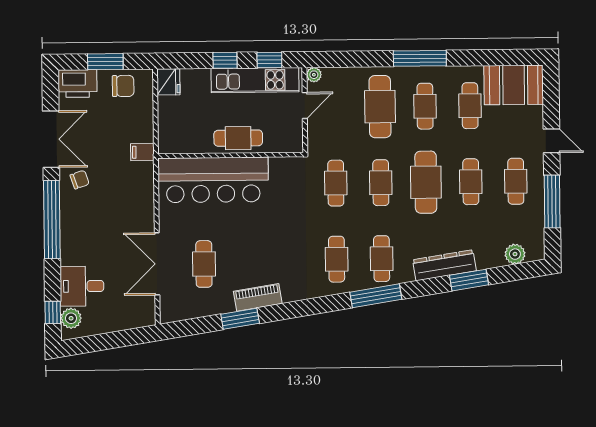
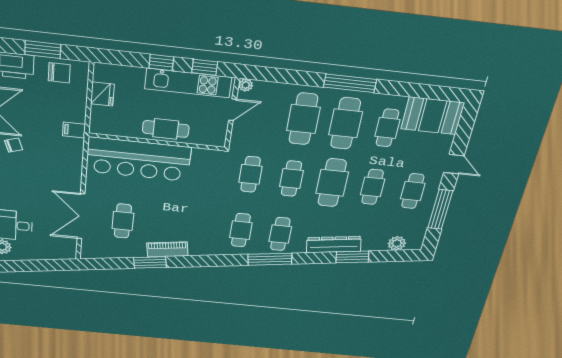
fridge: (168, 82) -> (102, 94), moved
cafe table: (425, 106) -> (346, 123), width x1.37, depth x1.35

